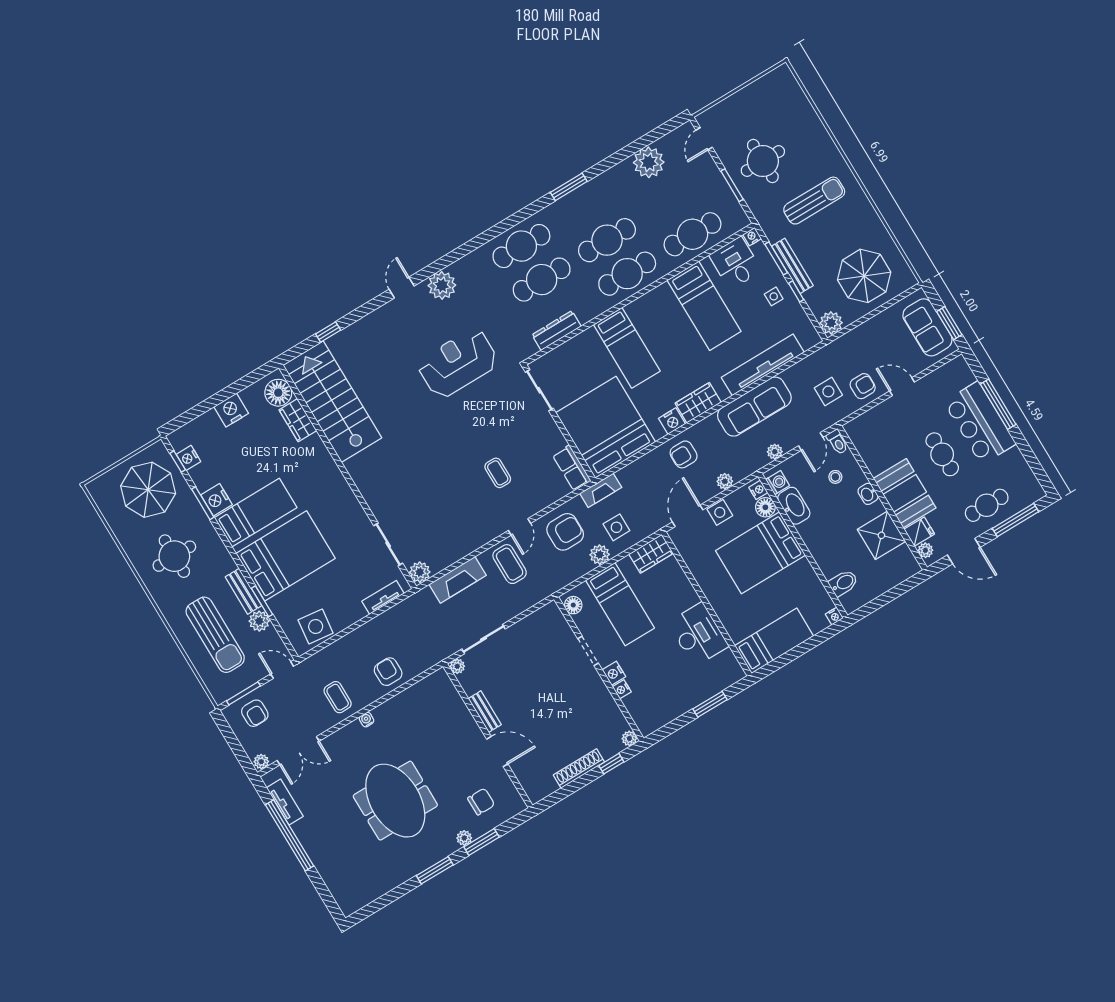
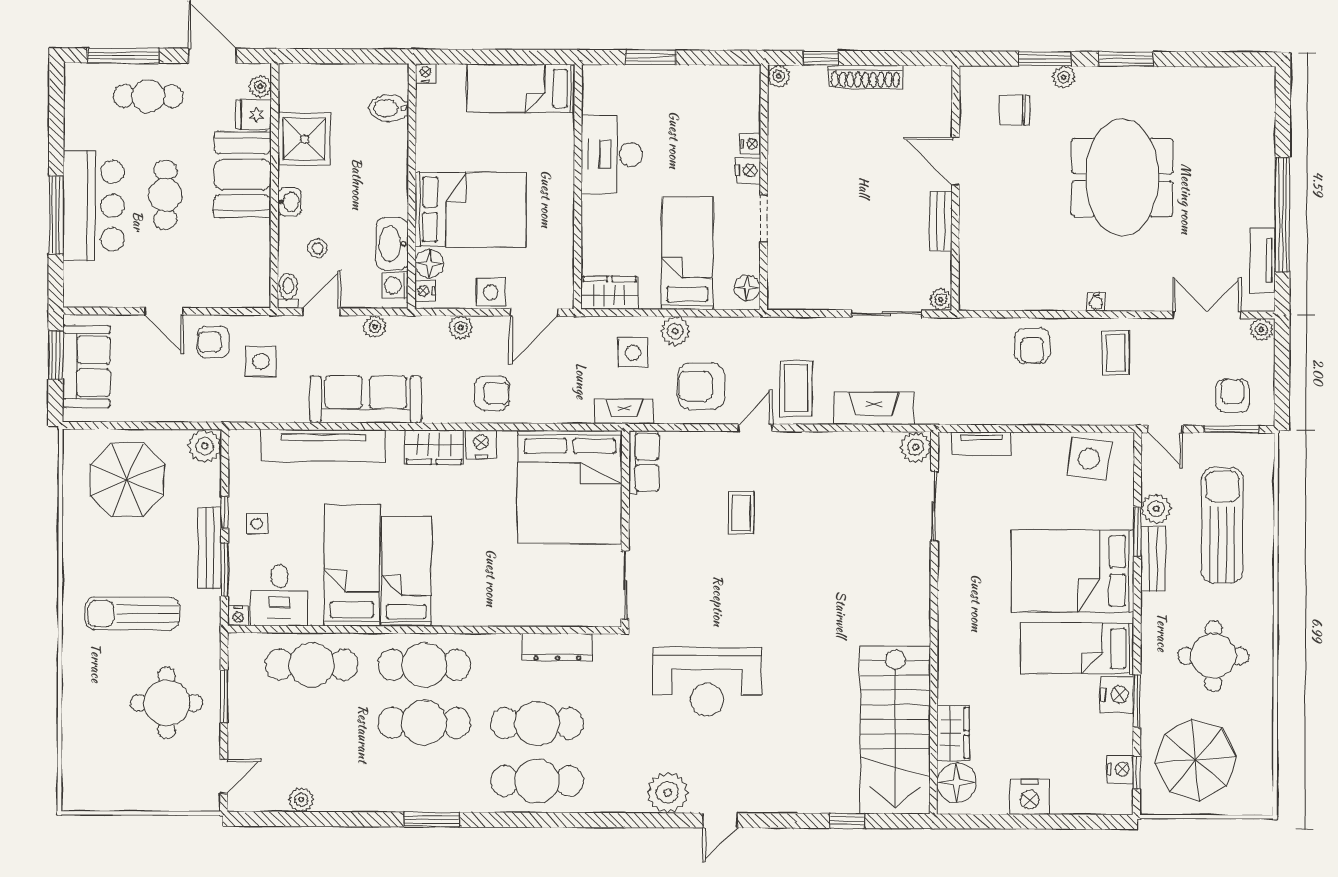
plant: (649, 162) -> (301, 800), width x0.53, depth x0.53
bed: (627, 348) -> (406, 571), moved

